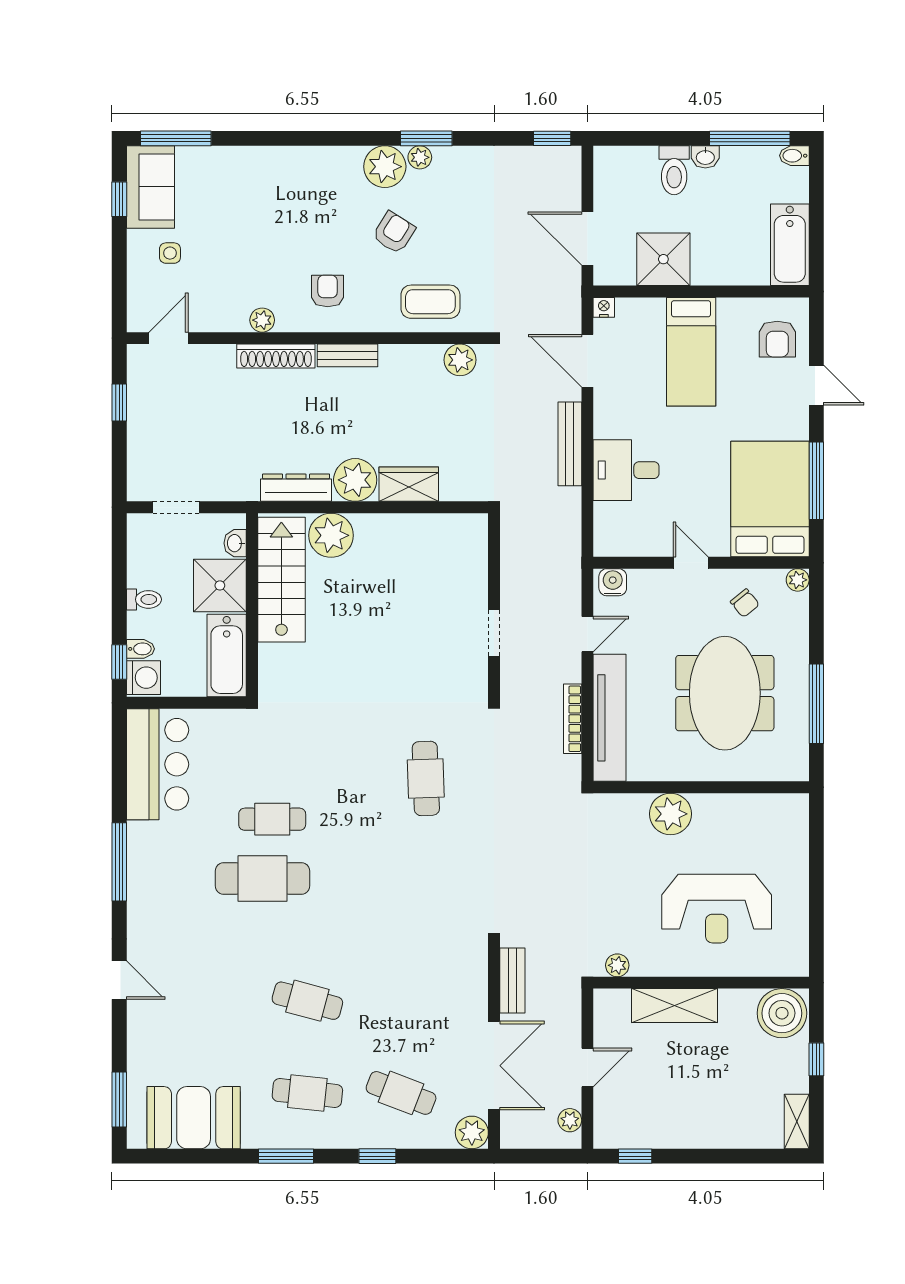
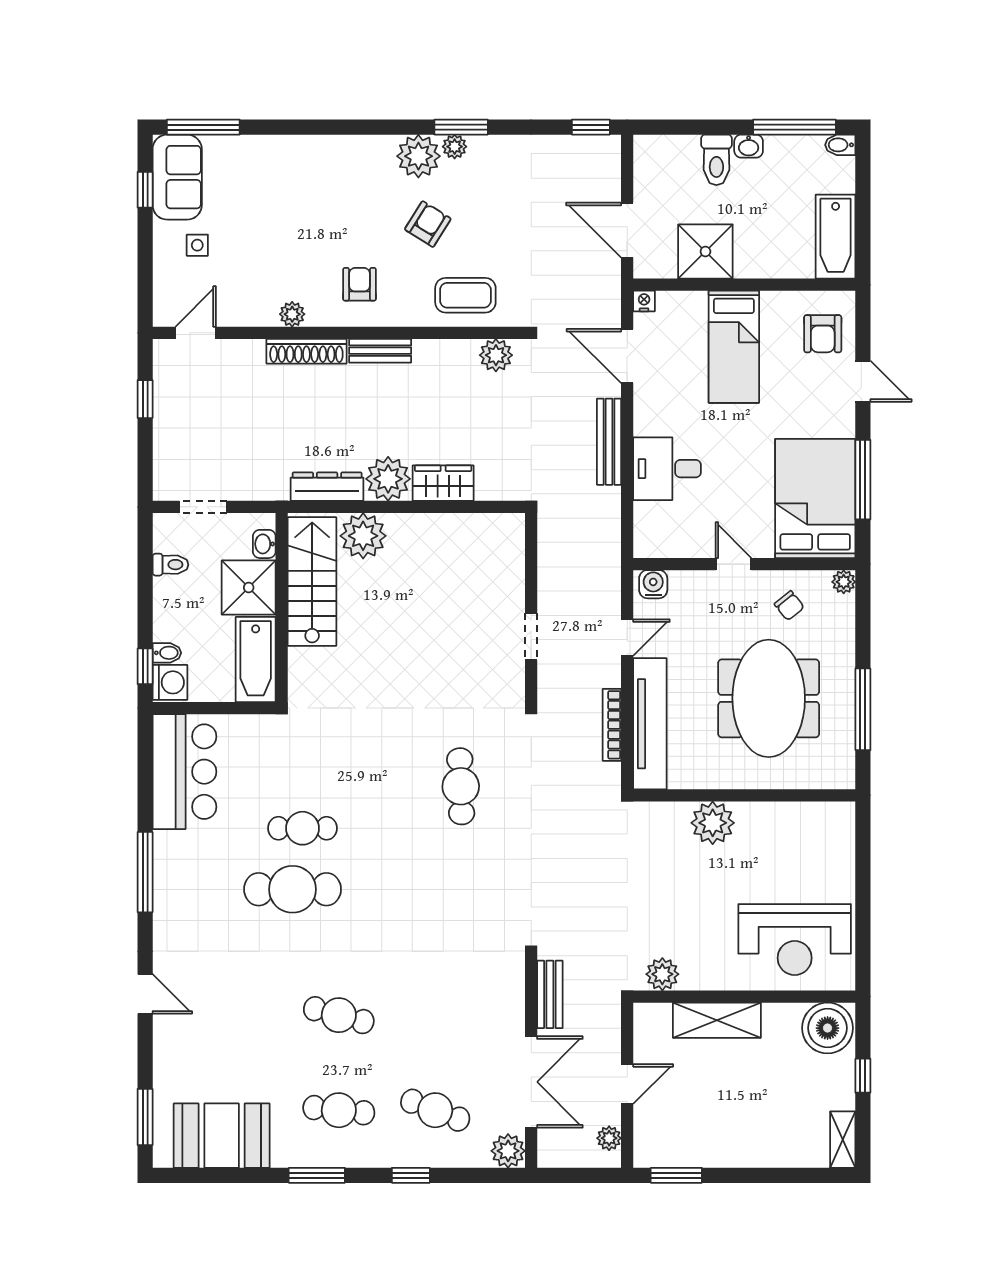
toilet: (144, 599) -> (170, 565), moved
reception desk: (717, 909) -> (795, 940), moved
plant: (617, 965) -> (662, 974), width x1.38, depth x1.38
window: (635, 1156) -> (676, 1175), width x1.50

